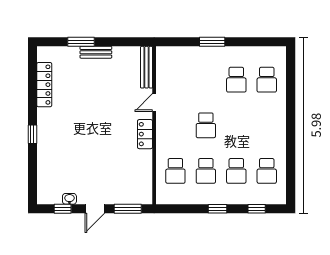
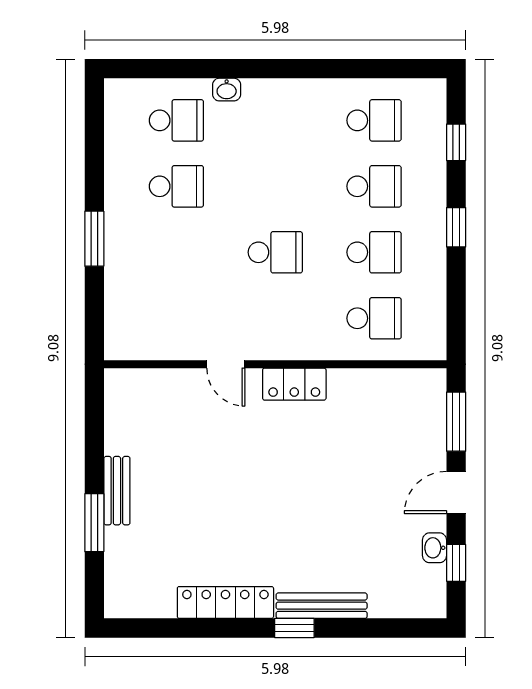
bench: (147, 67) -> (322, 606), moved
locker: (44, 85) -> (225, 602), moved
washbasin: (281, 103) -> (227, 90), added
door: (95, 209) -> (456, 492), swing flipped

